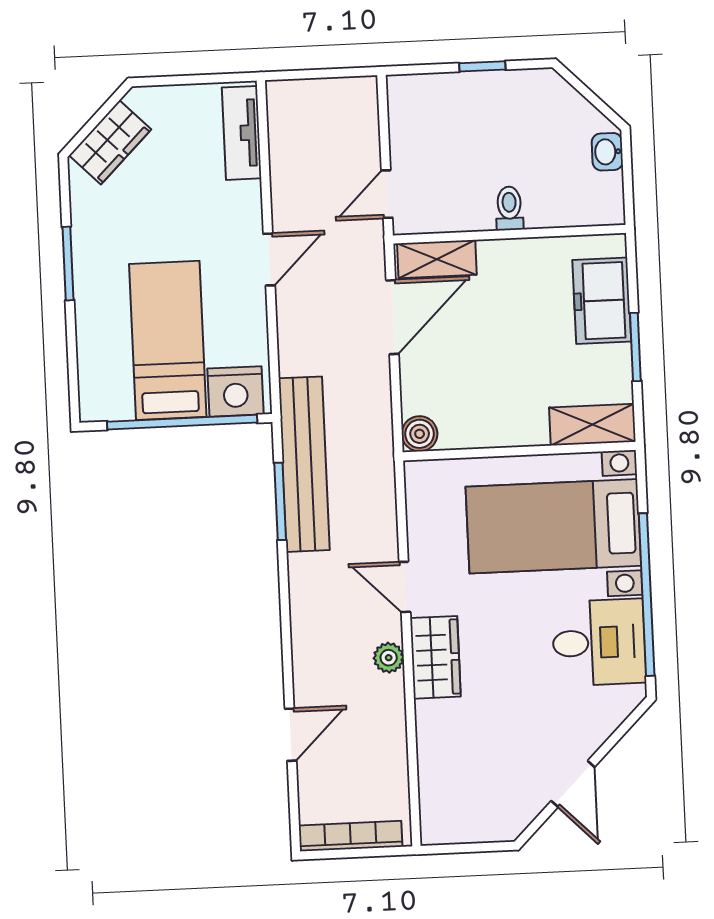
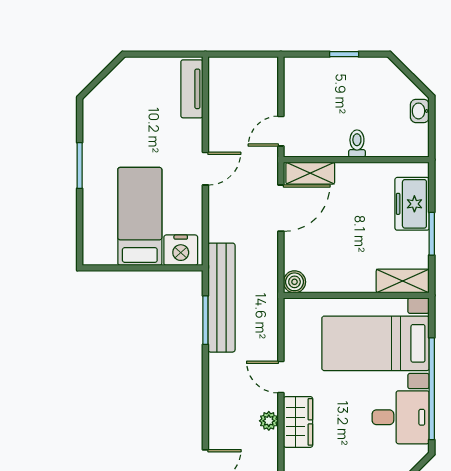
wardrobe: (110, 142) -> (109, 91), removed
window: (182, 422) -> (147, 268), removed

